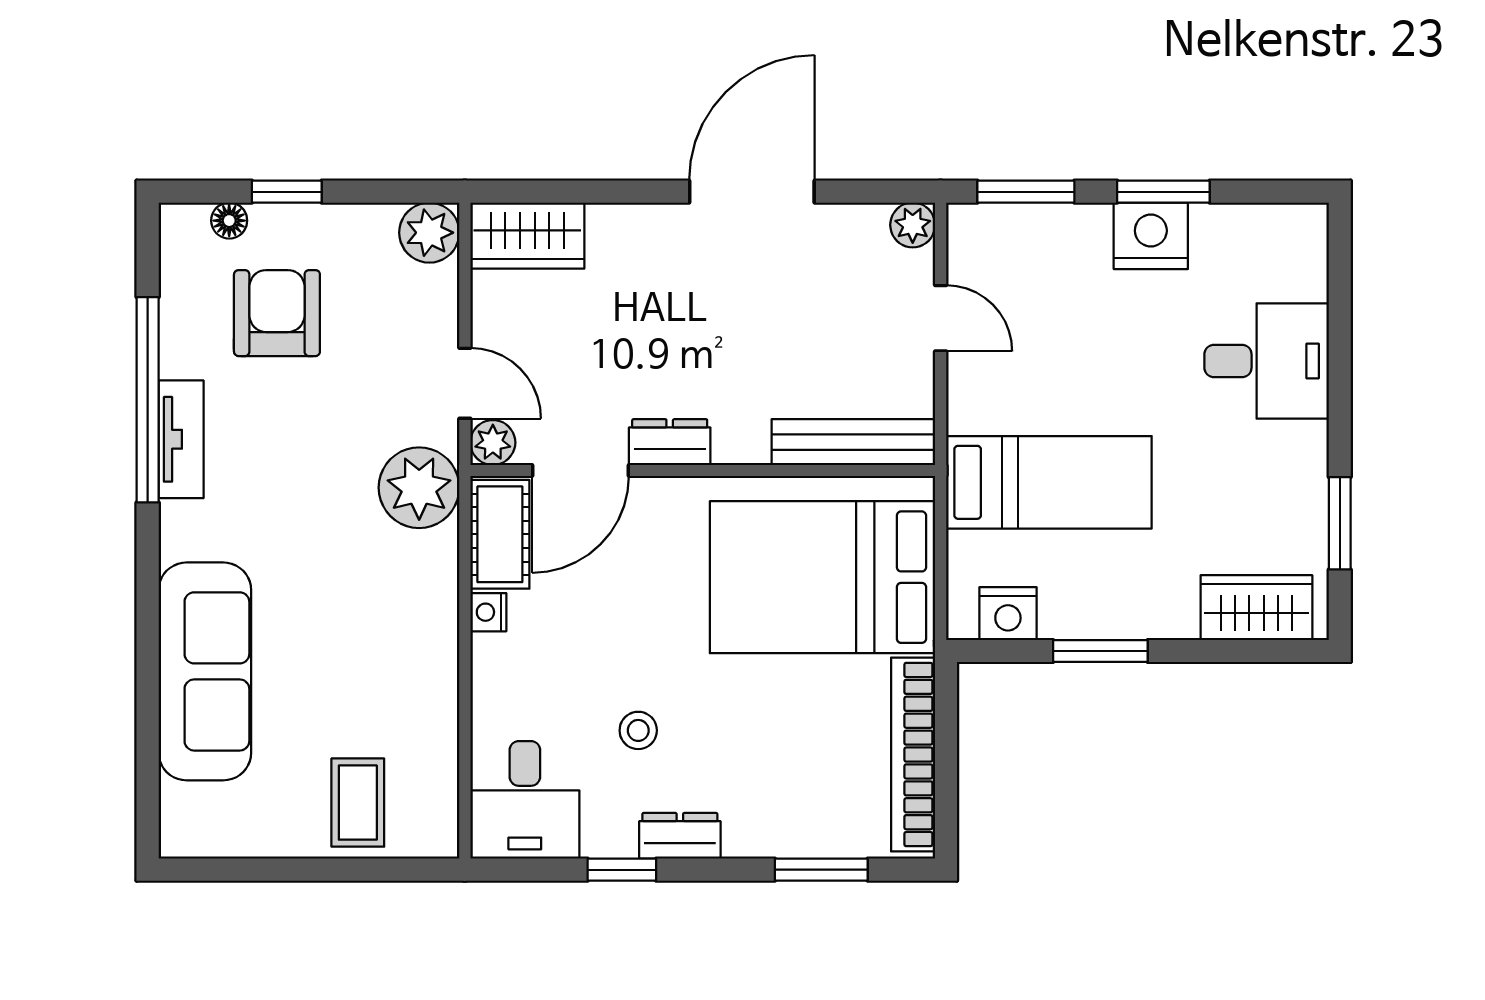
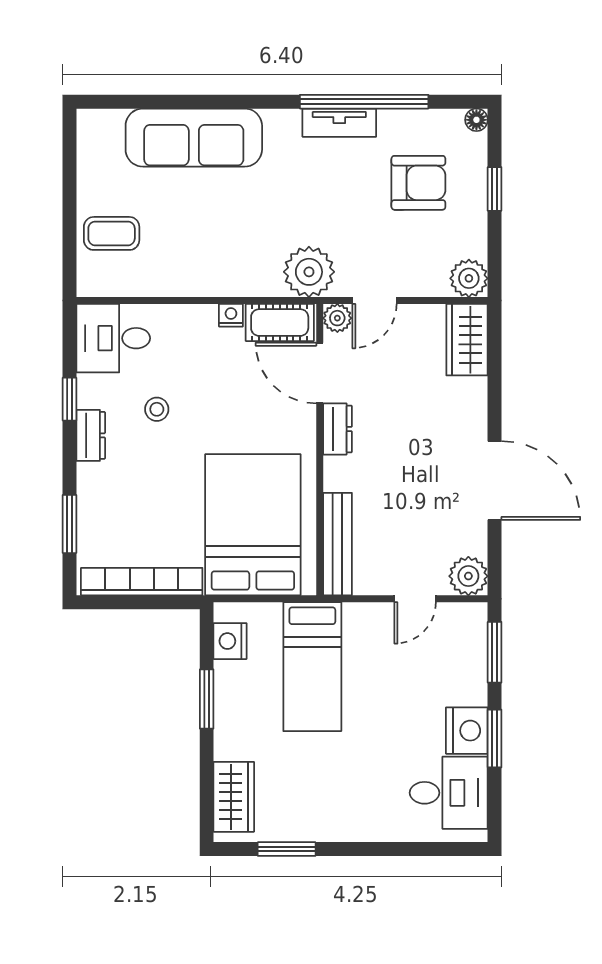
floor lamp: (229, 221) -> (476, 120), moved
plant: (913, 225) -> (468, 576), width x1.38, depth x1.38
desk: (1267, 361) -> (449, 793), moved, turned -90

